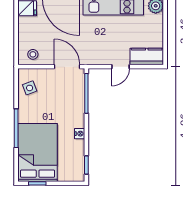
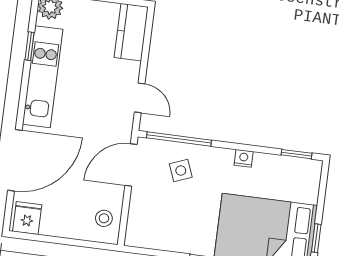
door: (121, 67) -> (140, 98), moved
side table: (30, 88) -> (181, 171), moved

